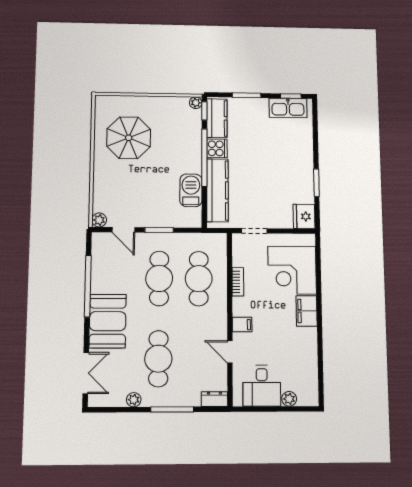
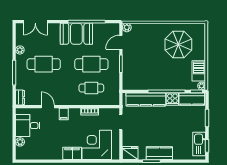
kitchen counter: (303, 170) -> (159, 153), added
barbecue: (191, 190) -> (199, 71), moved, turned -90
cafe table: (199, 279) -> (91, 88), width x0.73, depth x0.74
booth: (108, 321) -> (76, 34), moved
door: (230, 352) -> (48, 107), hinge flipped

